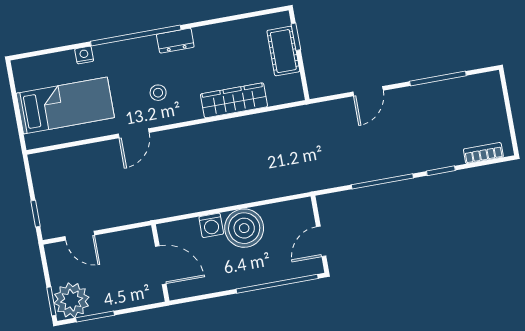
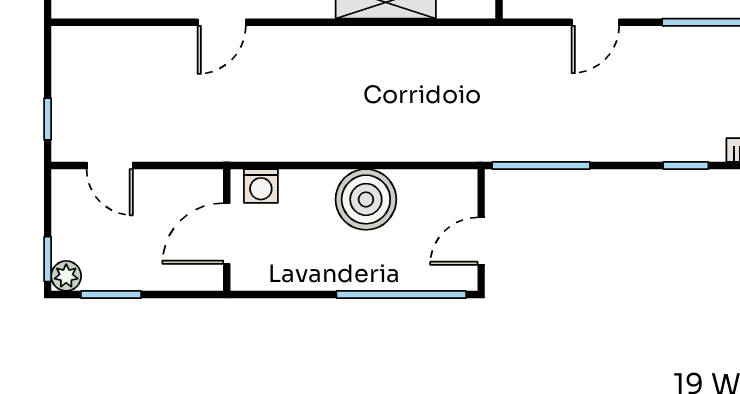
window: (382, 181) -> (541, 166), moved
washing machine: (211, 225) -> (261, 186), moved
door: (161, 265) -> (227, 233), swing flipped
plant: (72, 300) -> (66, 276), width x0.53, depth x0.53

